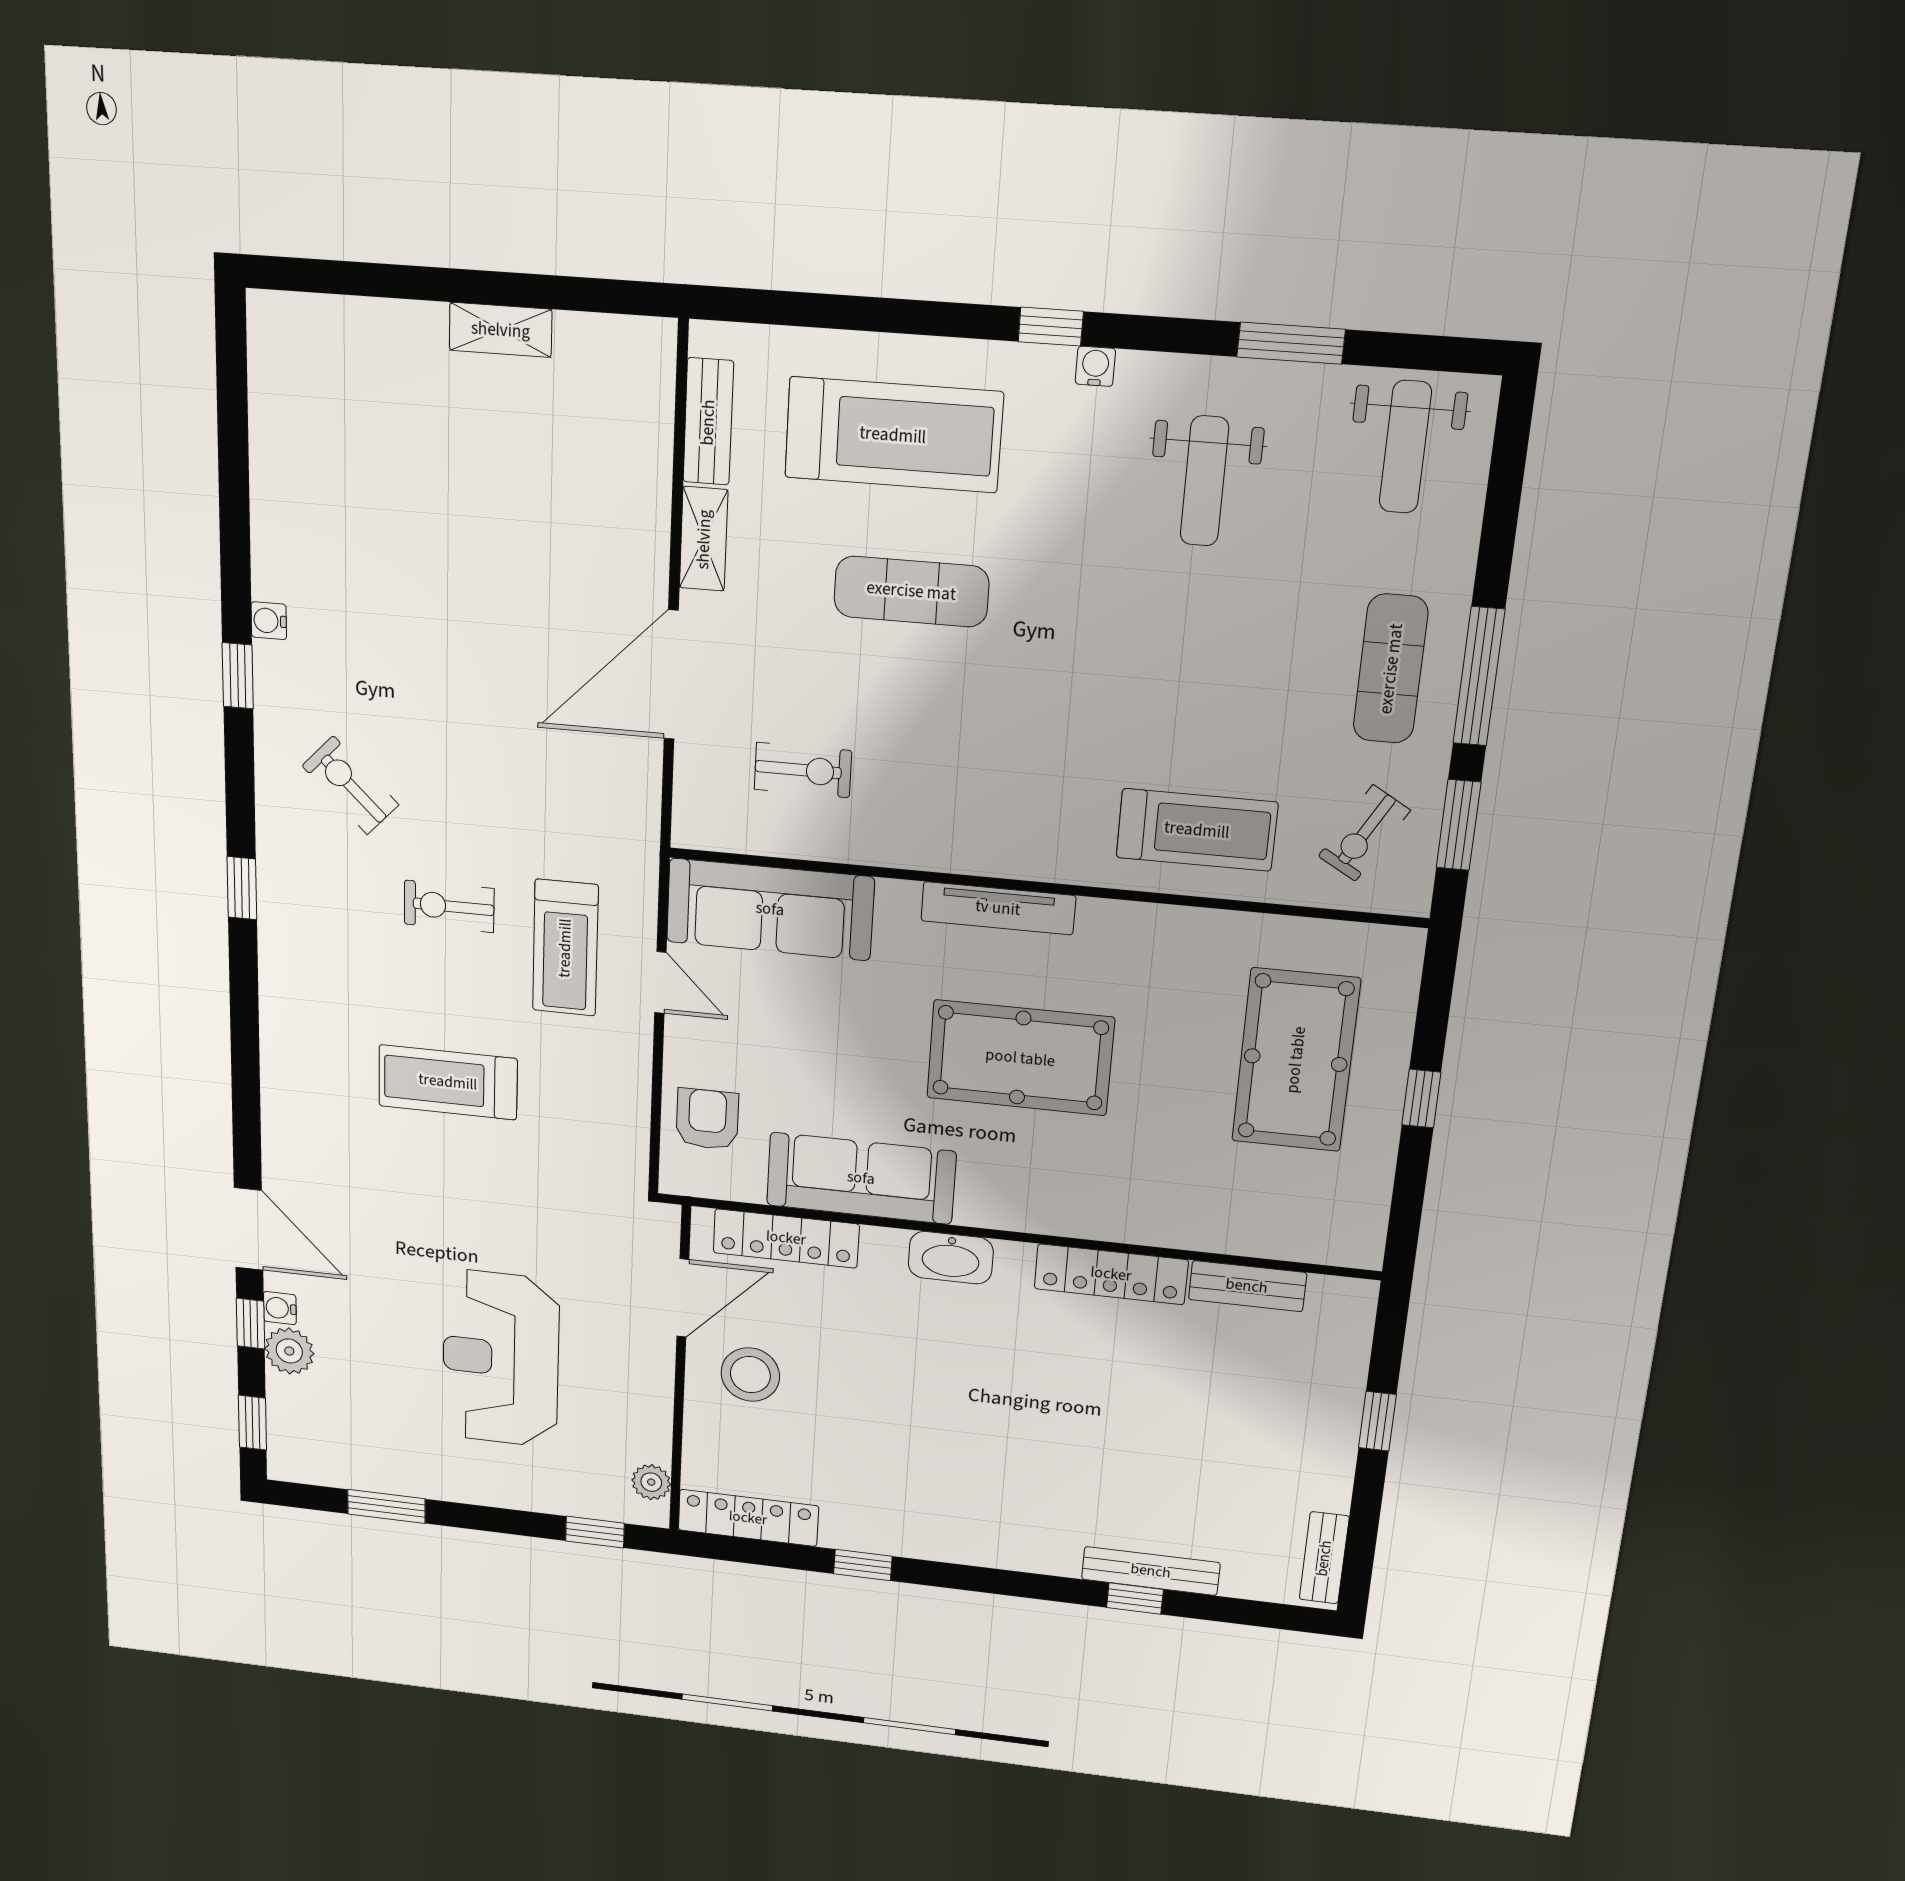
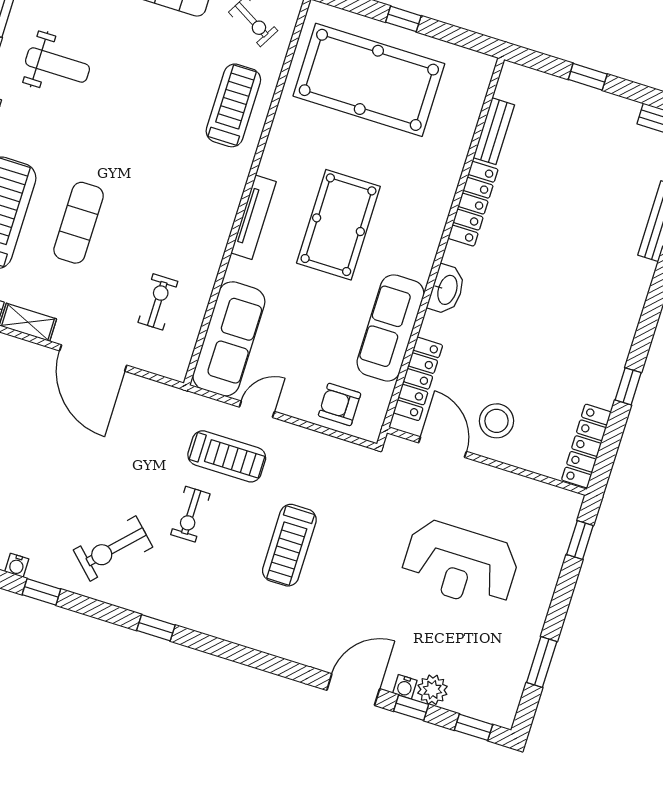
exercise bike: (350, 785) -> (113, 549), width x1.38, depth x1.39
pool table: (1296, 1060) -> (369, 80), width x1.36, depth x1.32
plant: (651, 1482) -> (554, 497), removed

